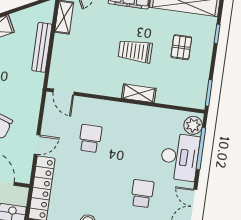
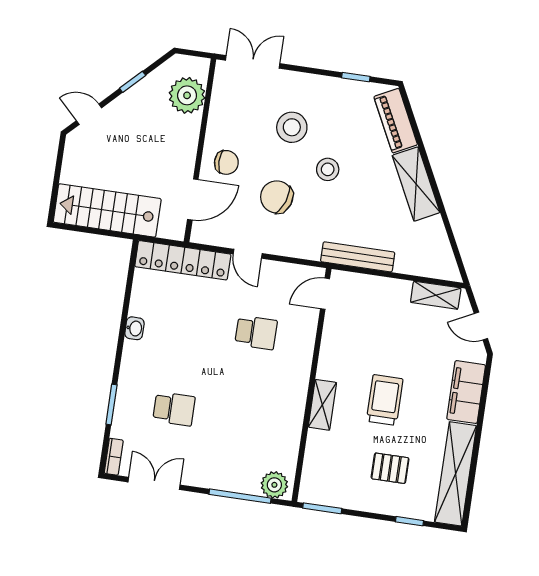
bench: (42, 47) -> (358, 257), moved
desk: (180, 157) -> (228, 465), removed

